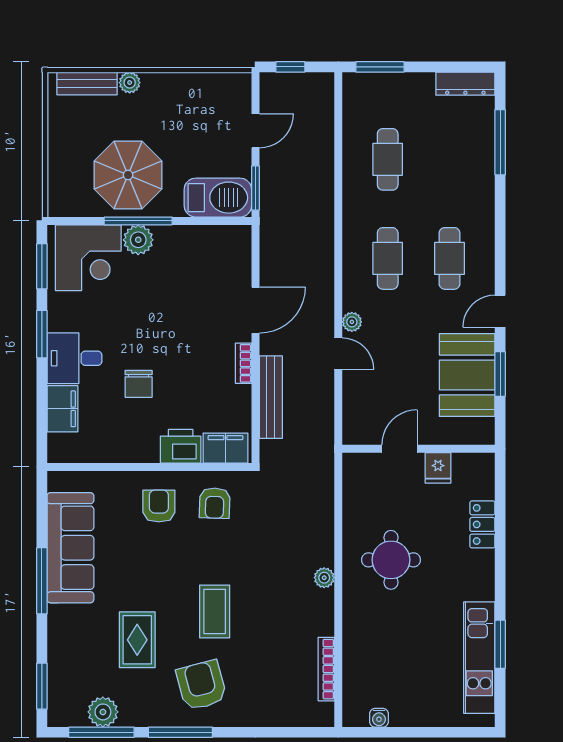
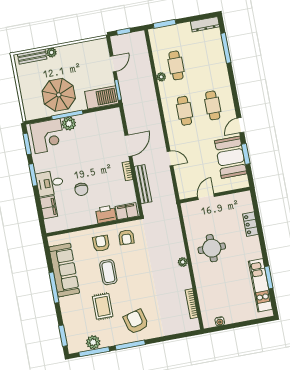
plant: (352, 322) -> (161, 77), moved
fridge: (438, 468) -> (225, 202), removed
coffee table: (215, 611) -> (108, 272), moved

